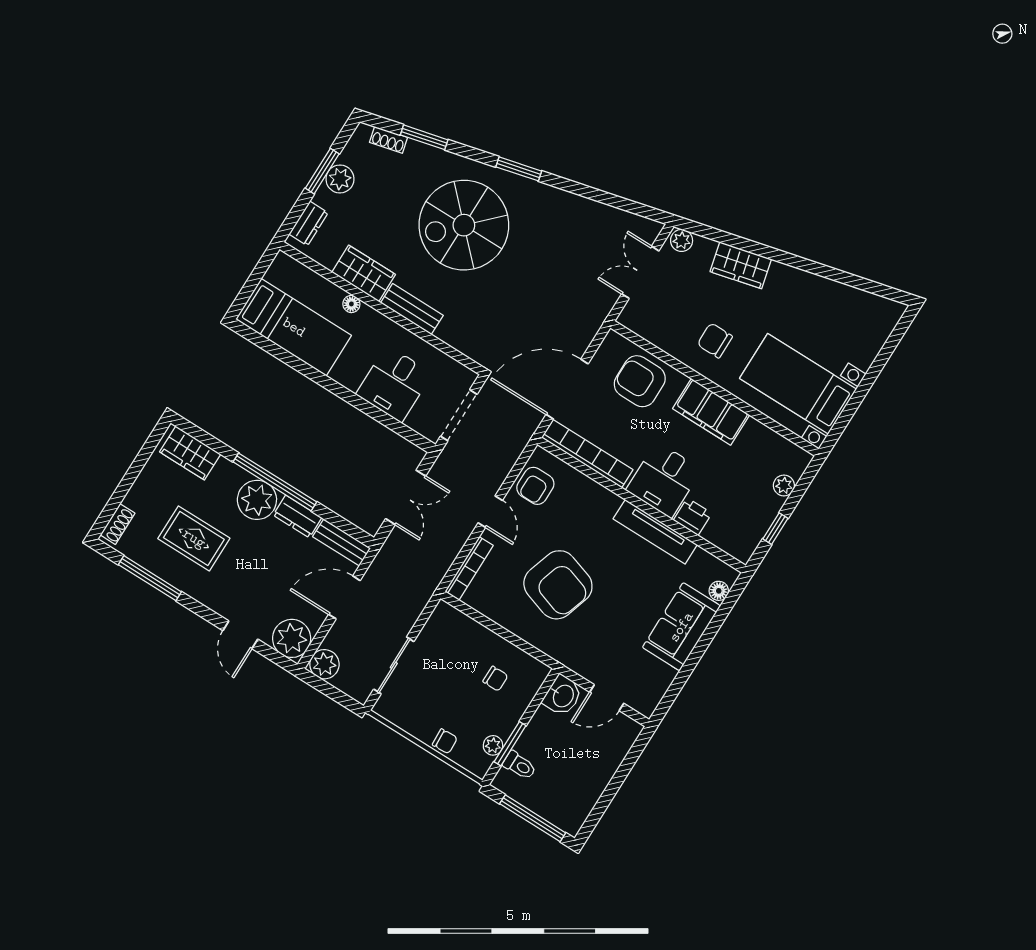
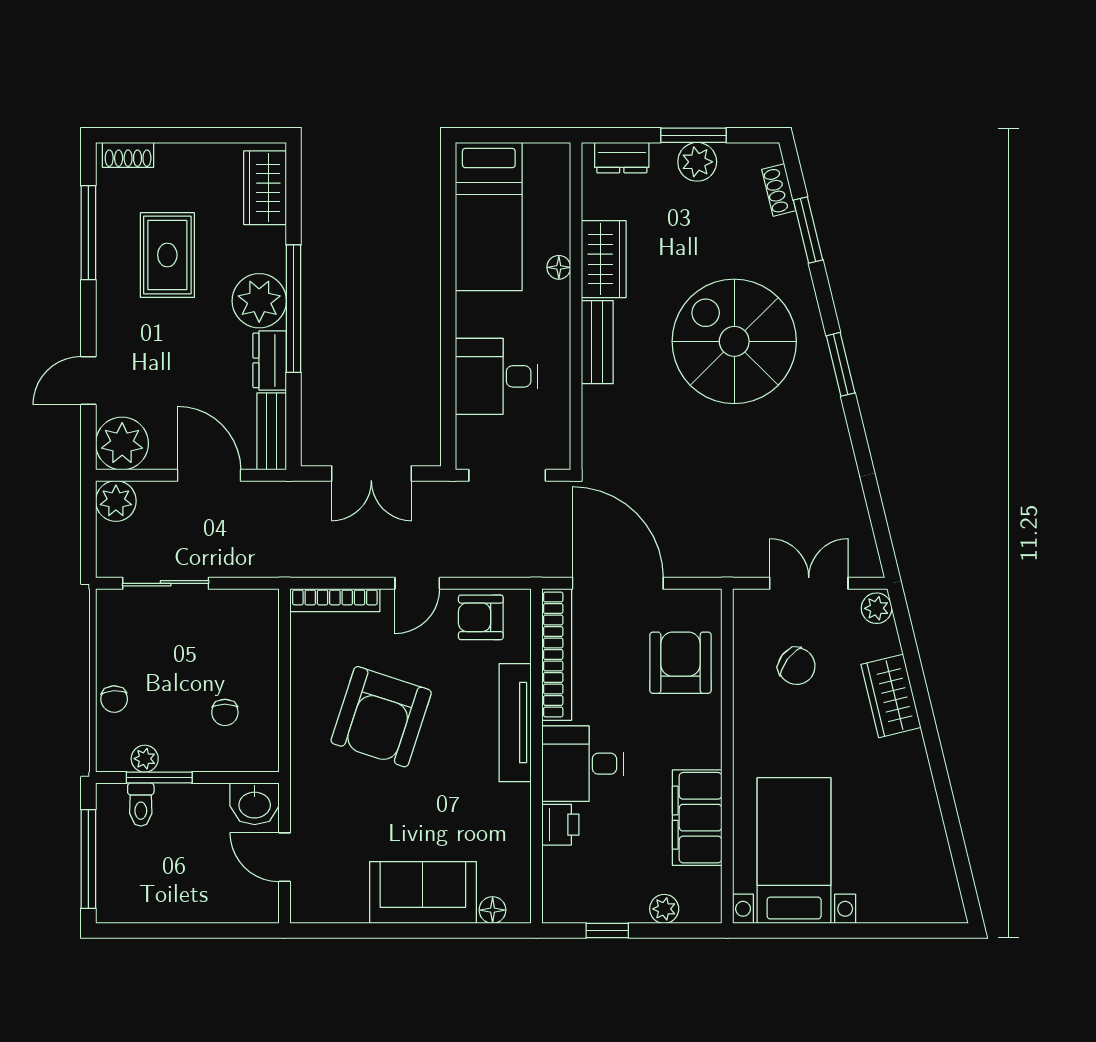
chair: (715, 340) -> (797, 666), moved, turned 127
filing cabinet: (711, 412) -> (697, 818), moved
tv unit: (655, 532) -> (515, 723), moved

